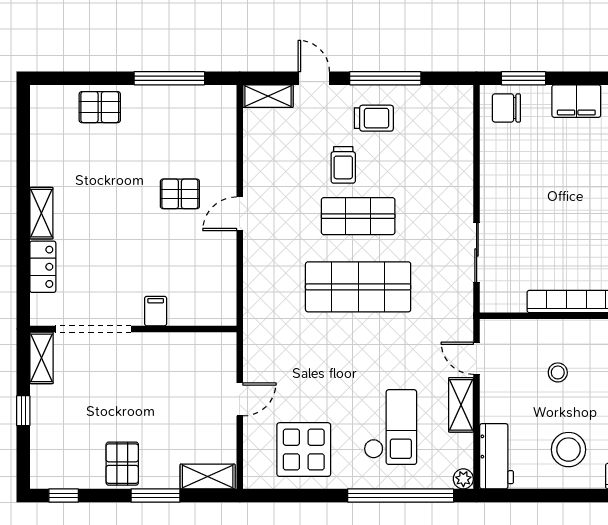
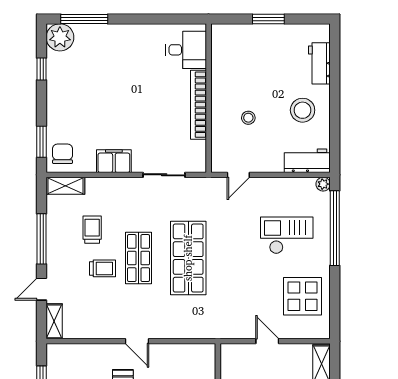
filing cabinet: (576, 101) -> (114, 161), moved, turned -90
chair: (506, 108) -> (63, 154), turned 180
trolley: (374, 118) -> (92, 230), moved
shelving: (461, 405) -> (65, 186), moved

